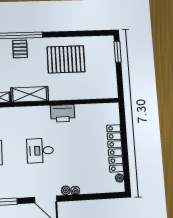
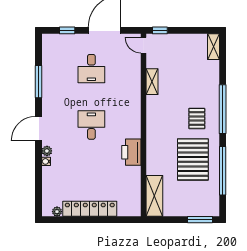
window: (74, 34) -> (223, 171), added
pallet: (20, 49) -> (197, 118), moved, turned 90
shelving: (30, 94) -> (154, 196), moved

